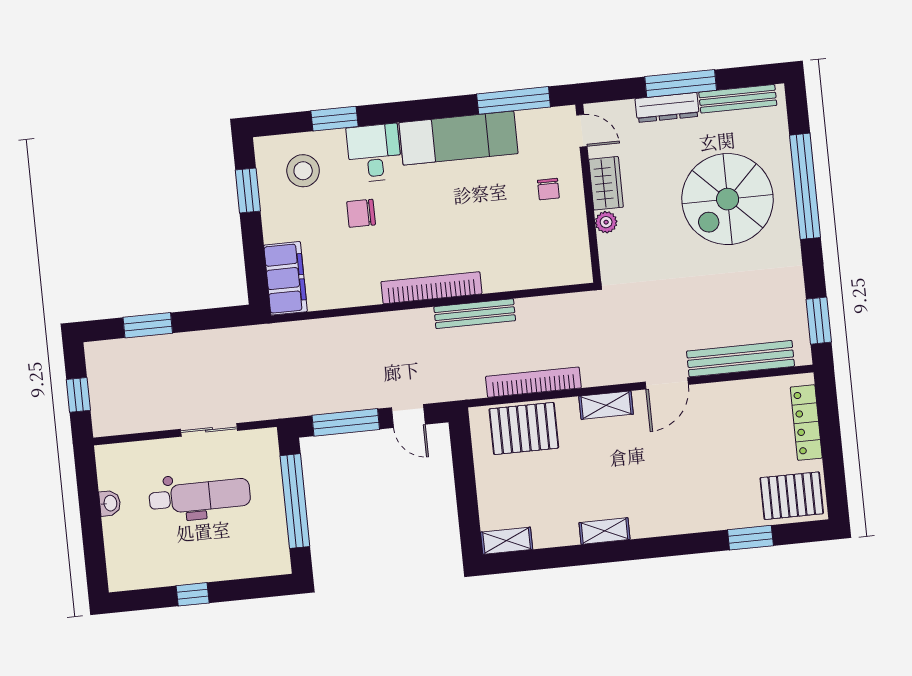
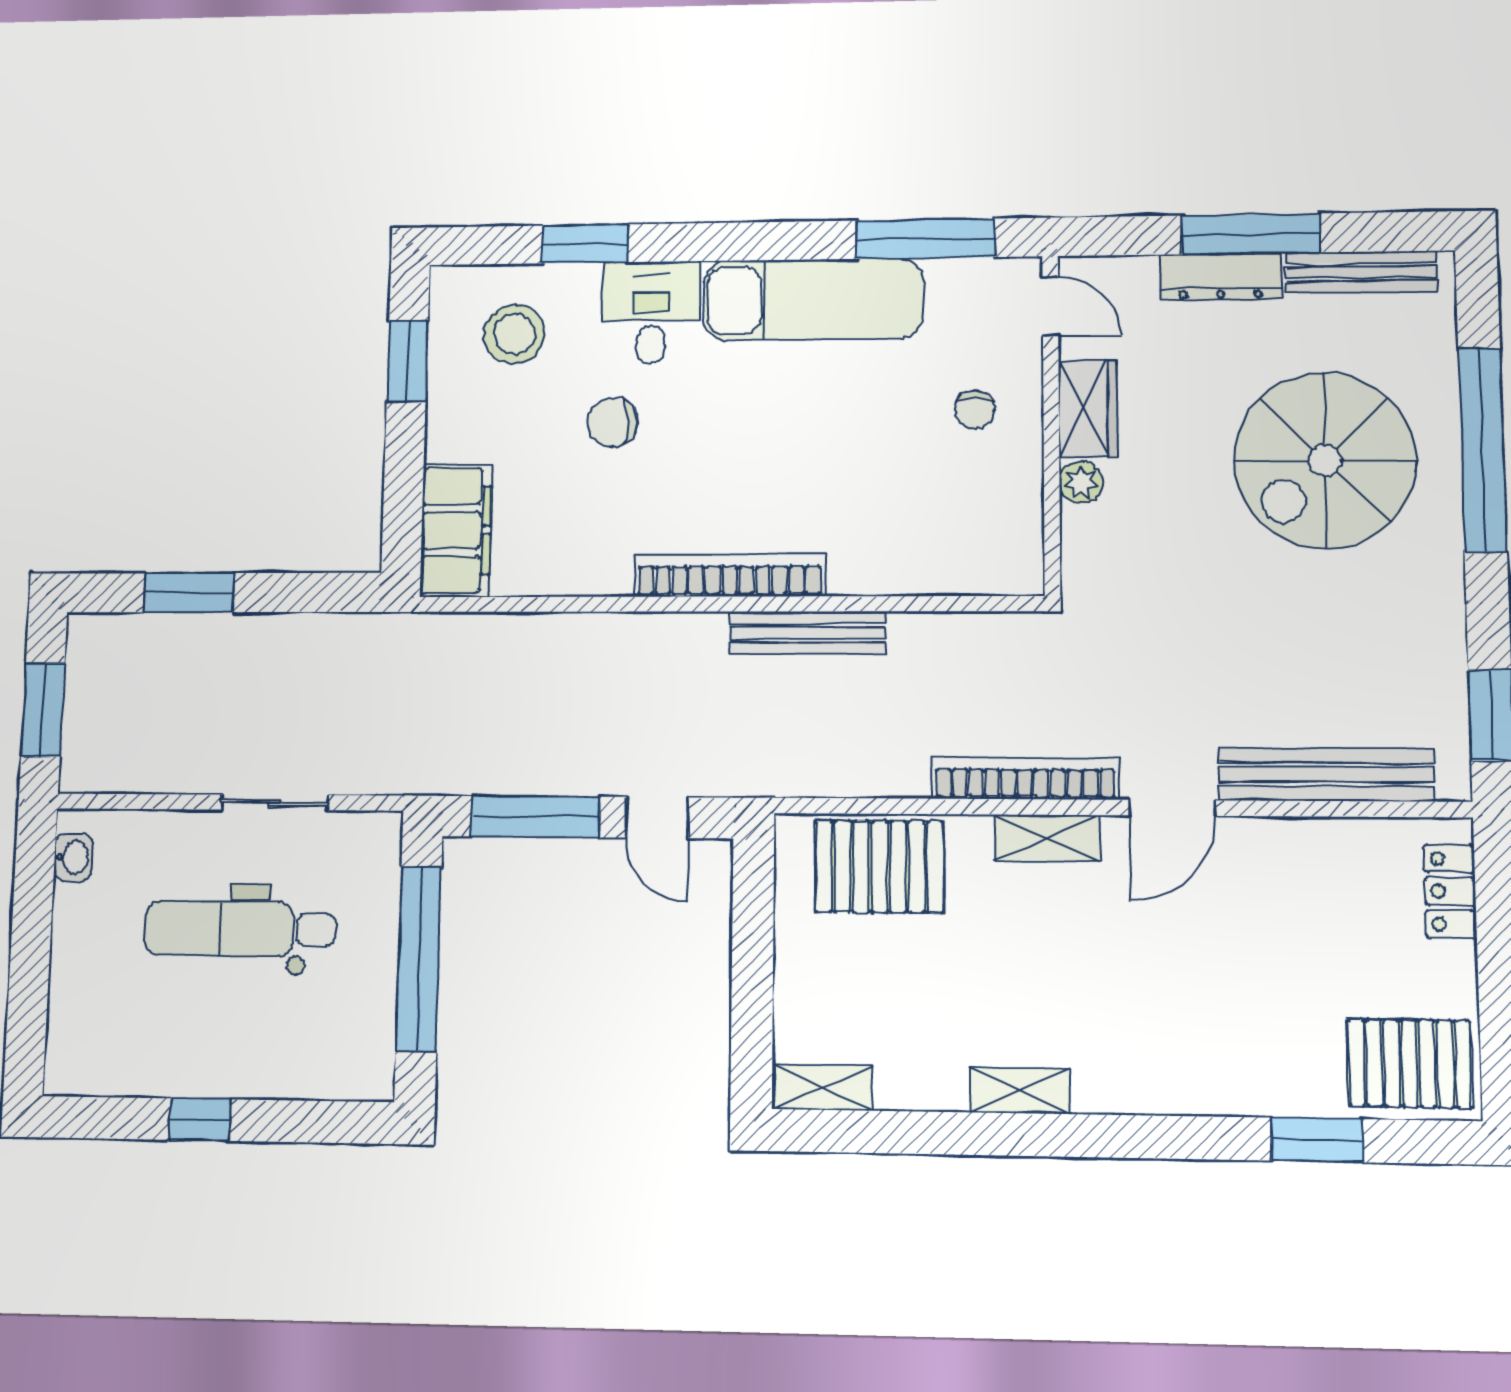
bookcase: (533, 382) -> (1025, 778), moved
window: (78, 395) -> (43, 710), width x1.50
locker: (806, 423) -> (1450, 891), width x0.66
dental chair: (200, 496) -> (239, 929), turned 180
washbasin: (110, 503) -> (73, 857), moved

